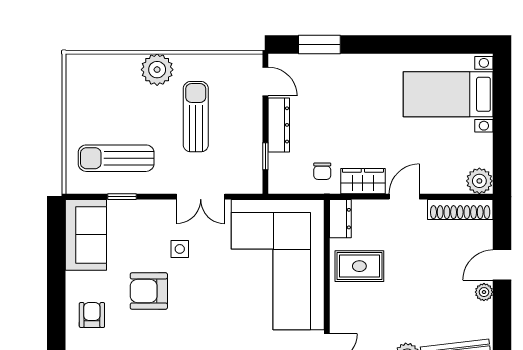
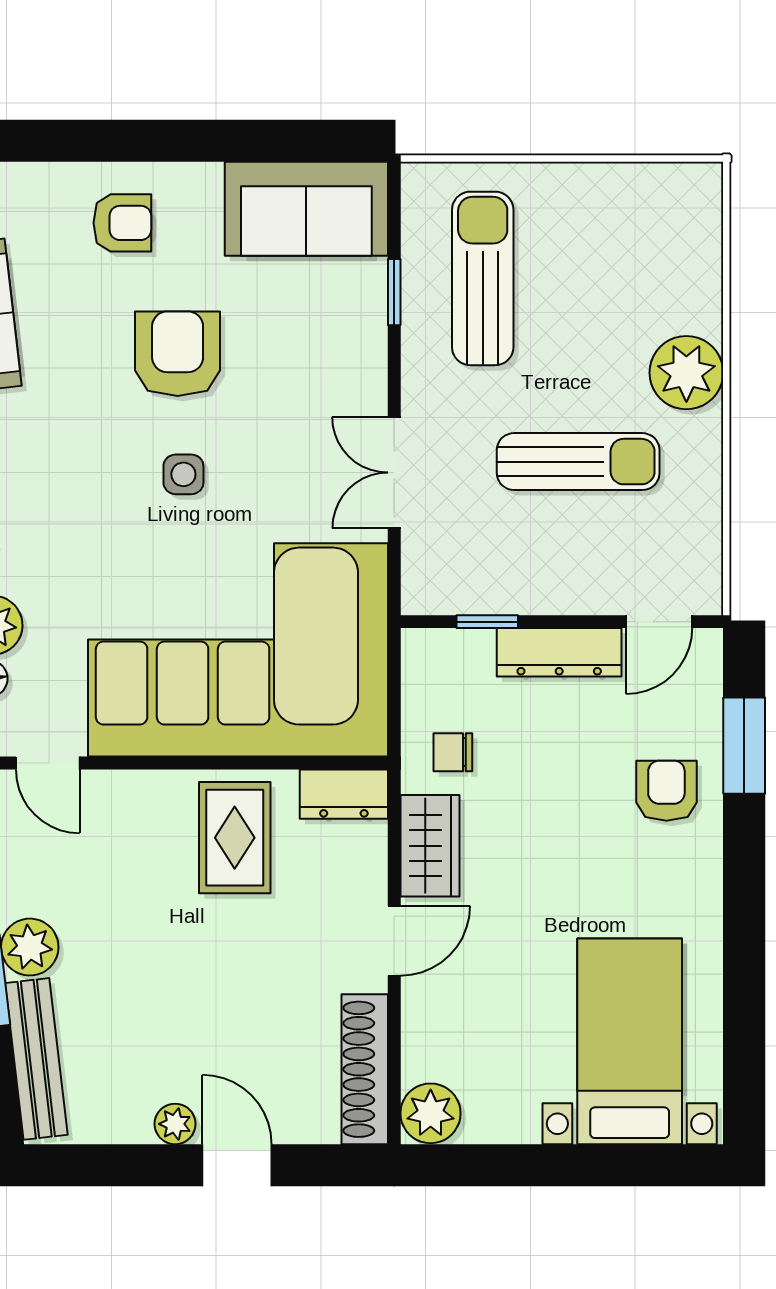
armchair: (339, 78) -> (666, 791), added
door: (404, 197) -> (394, 941), hinge flipped
side table: (180, 249) -> (183, 474), moved

